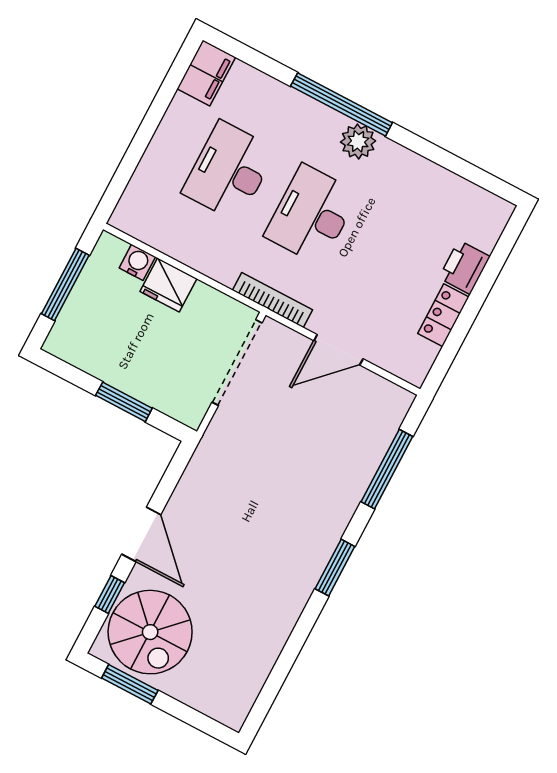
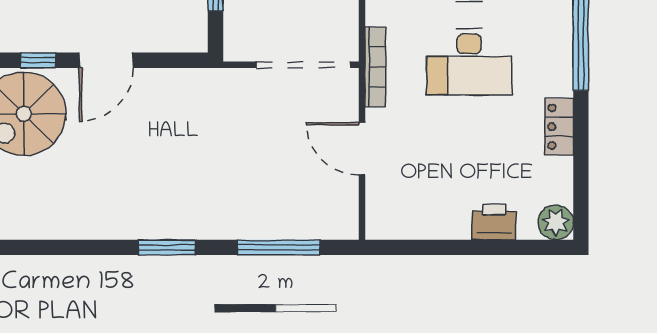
plant: (358, 141) -> (556, 222), moved
desk: (312, 215) -> (469, 62), turned 180
locker: (443, 315) -> (559, 127), moved, turned -90

